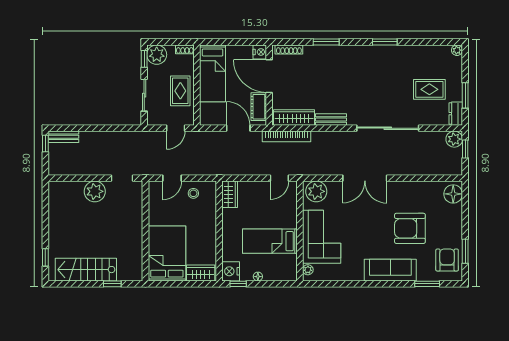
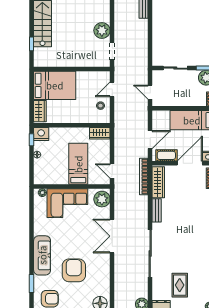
rug: (180, 91) -> (179, 96), removed
door: (172, 178) -> (112, 89), hinge flipped
bed: (270, 241) -> (78, 164), moved

